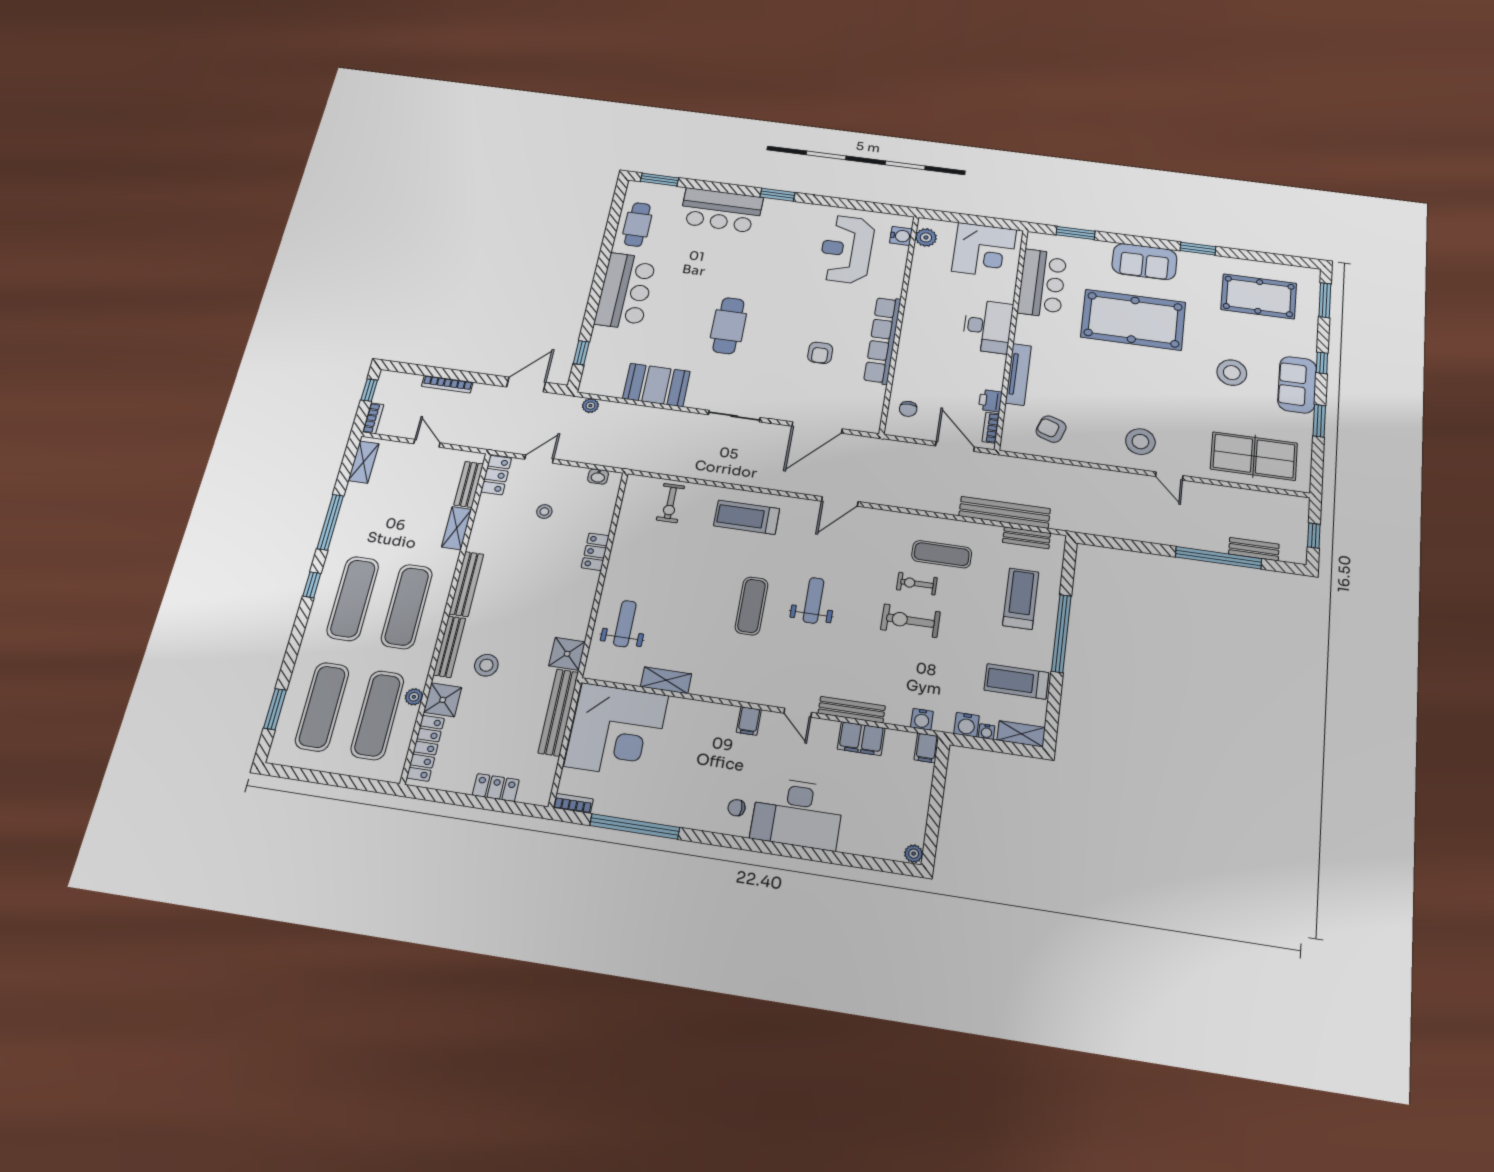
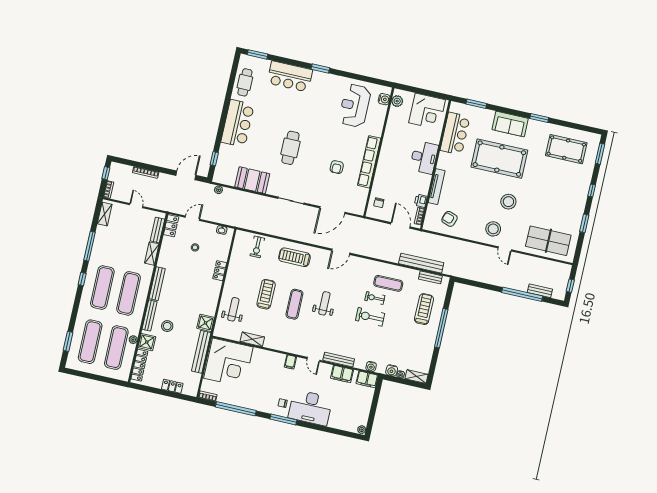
stool: (1232, 373) -> (508, 202), moved
sofa: (1297, 385) -> (577, 202), removed
treadmill: (1016, 681) -> (266, 294), moved, turned 90
filing cabinet: (926, 748) -> (367, 379), width x2.00
window: (740, 843) -> (283, 419), added

